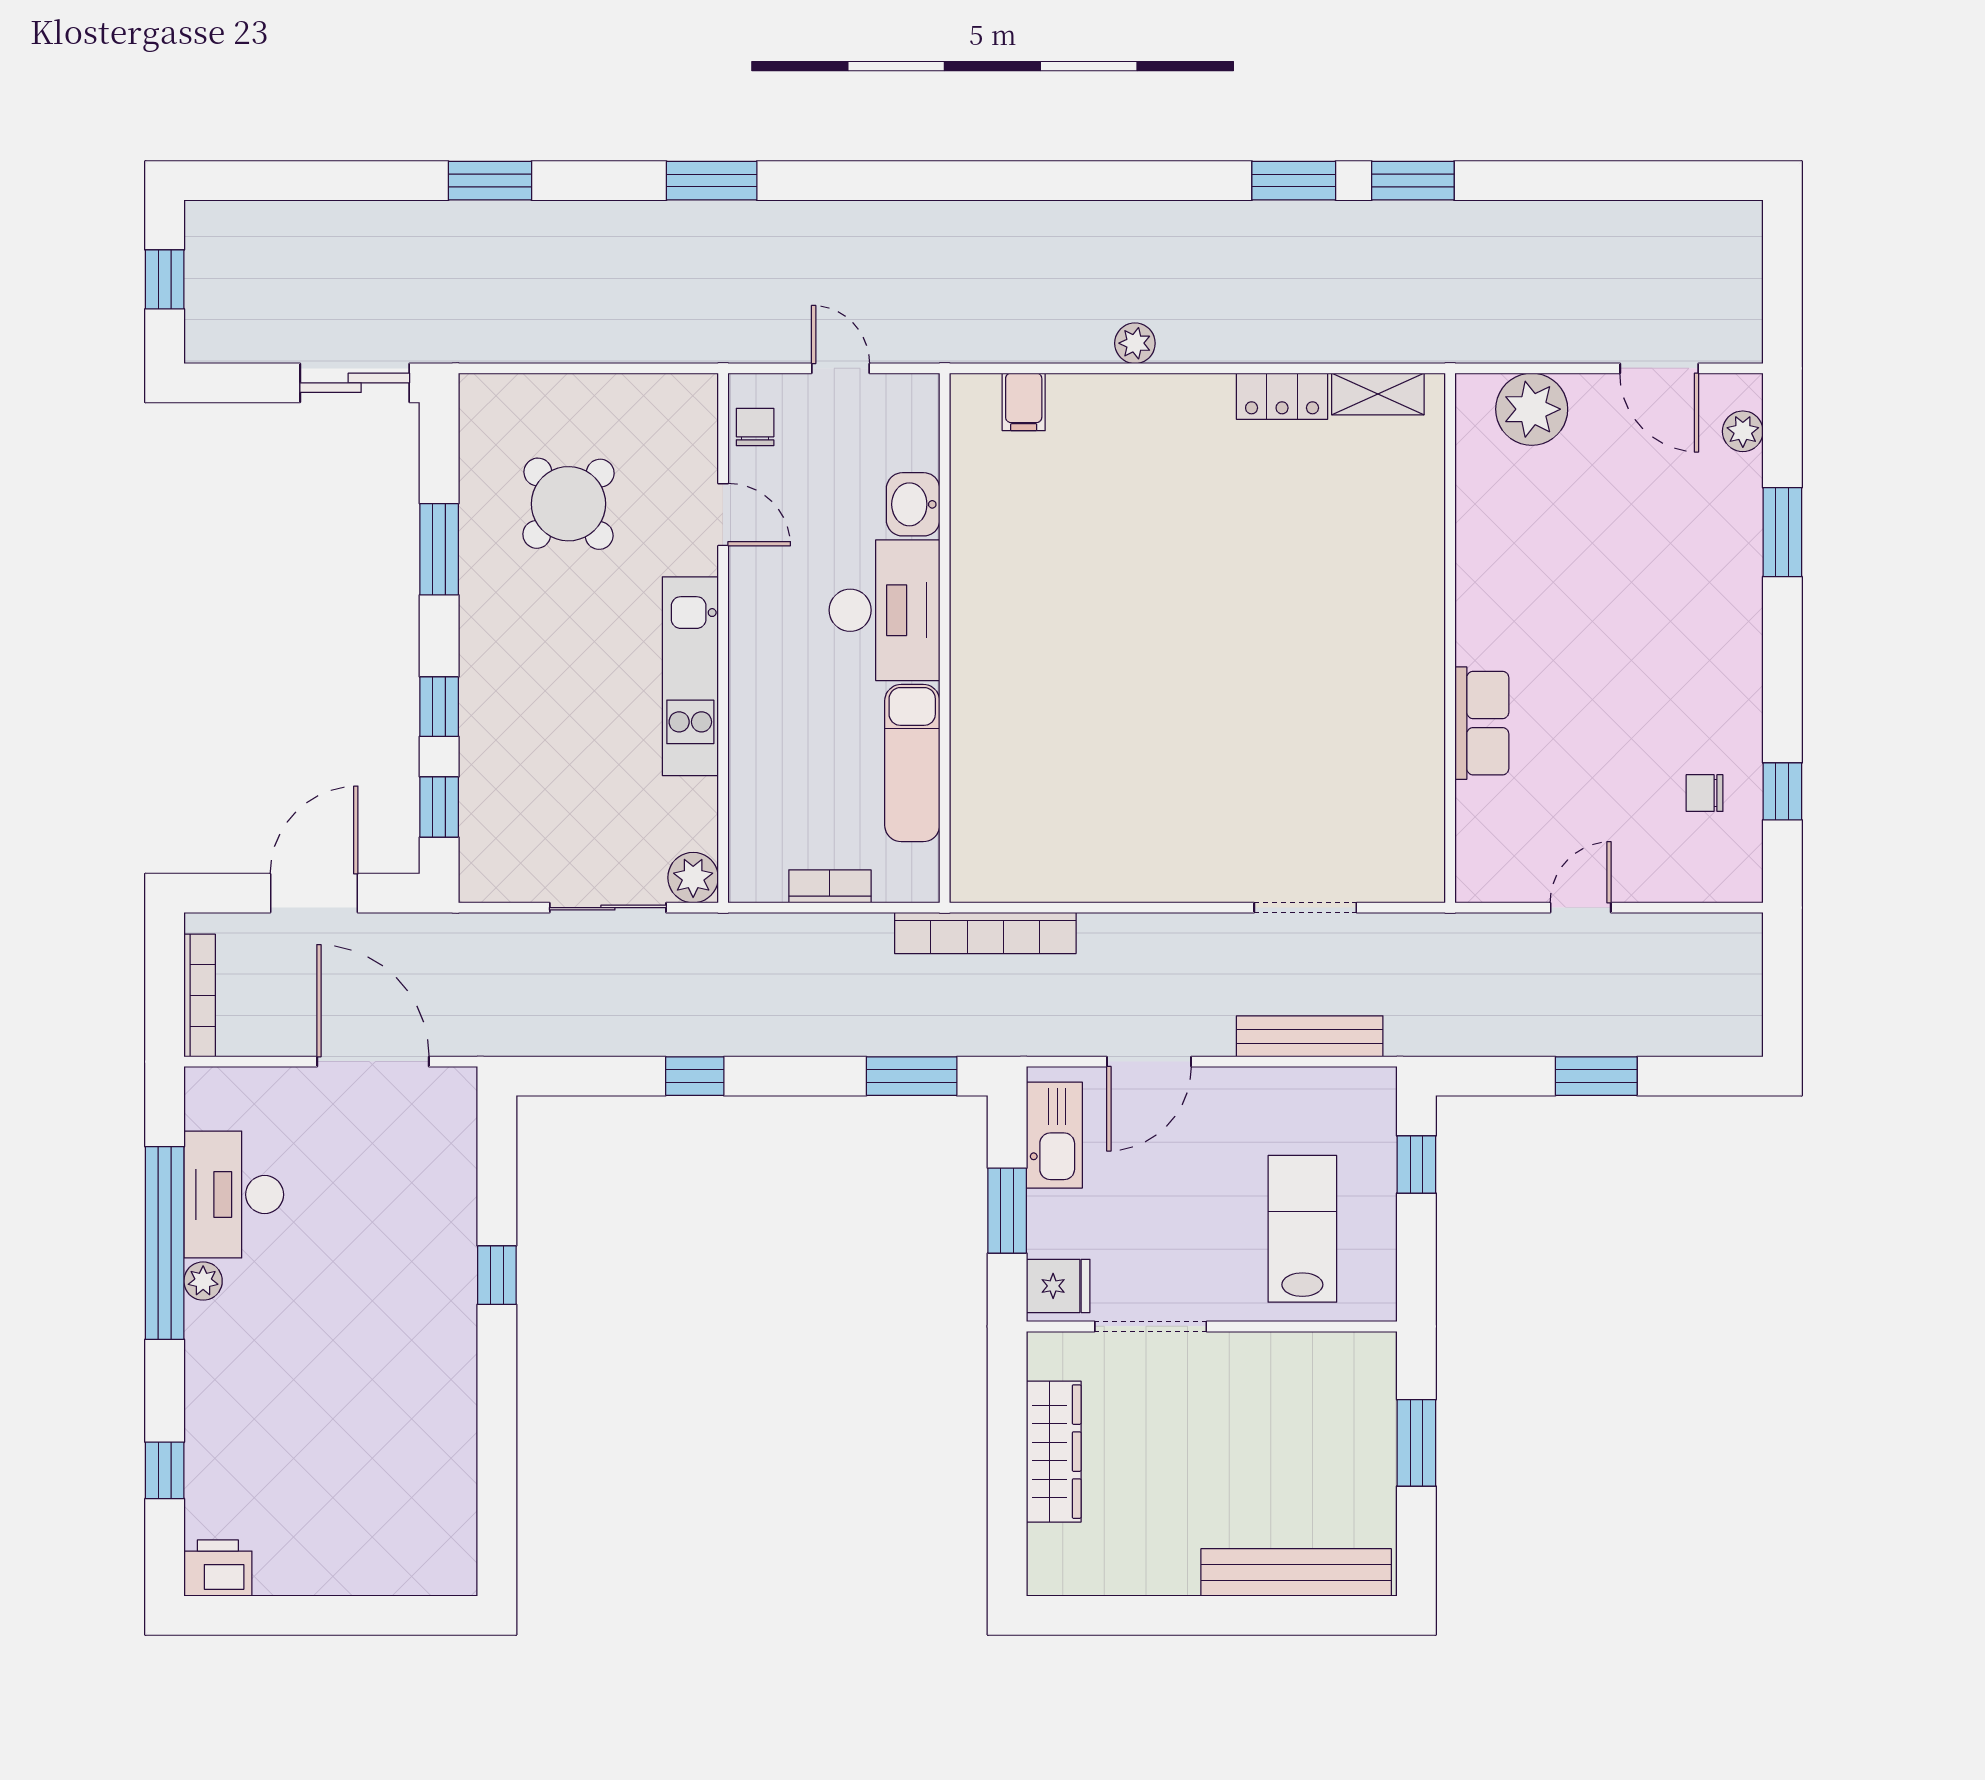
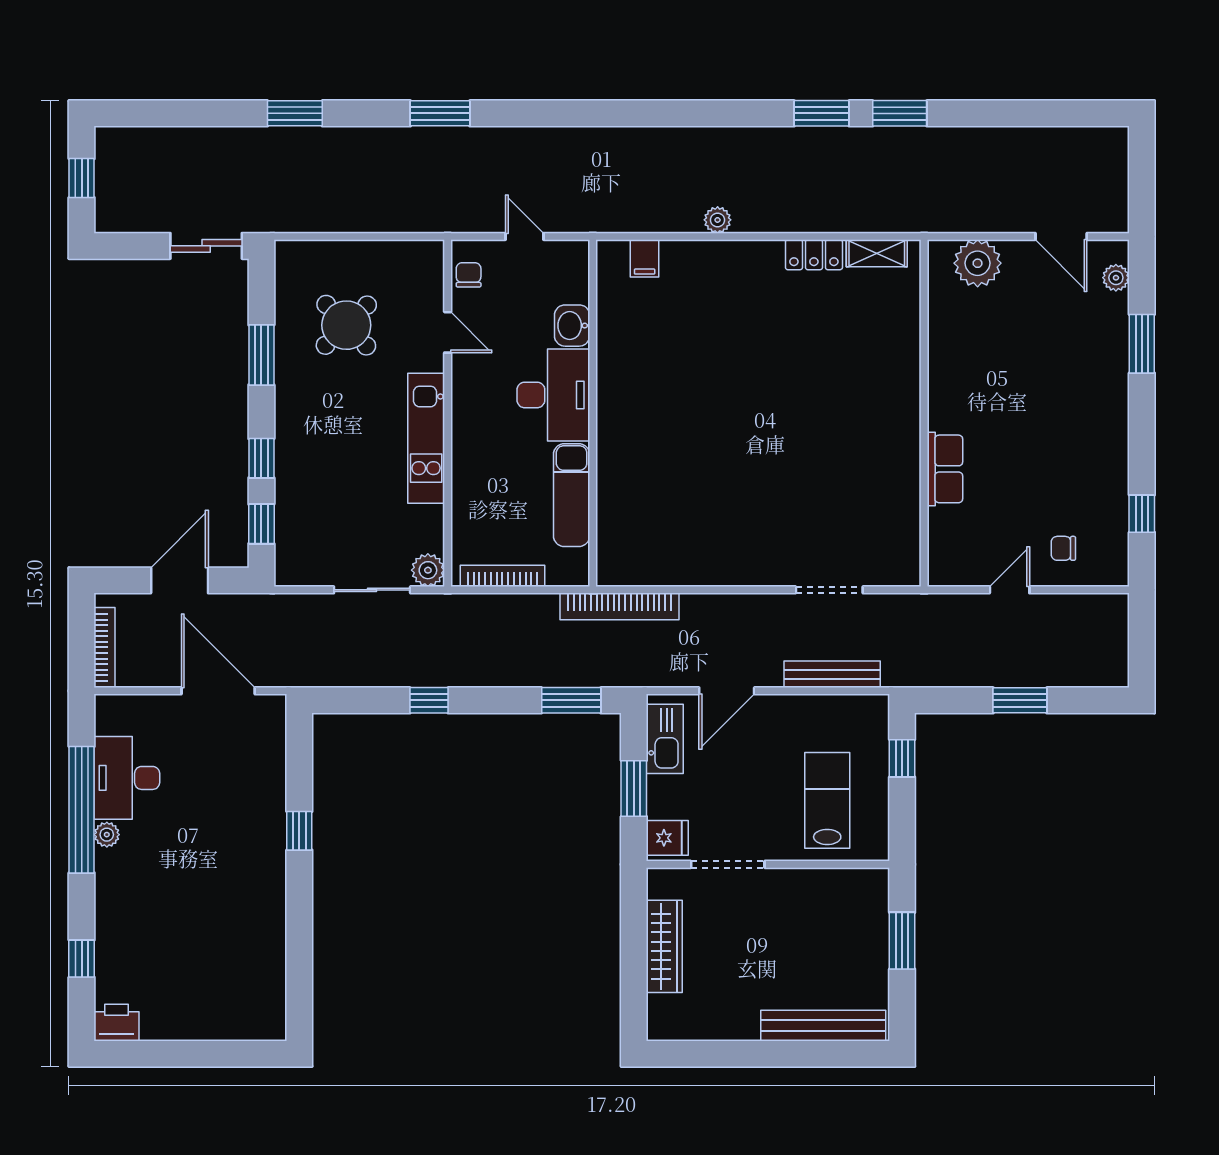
chair: (1705, 793) -> (1063, 548), moved
bookcase: (830, 886) -> (502, 576), width x1.56

